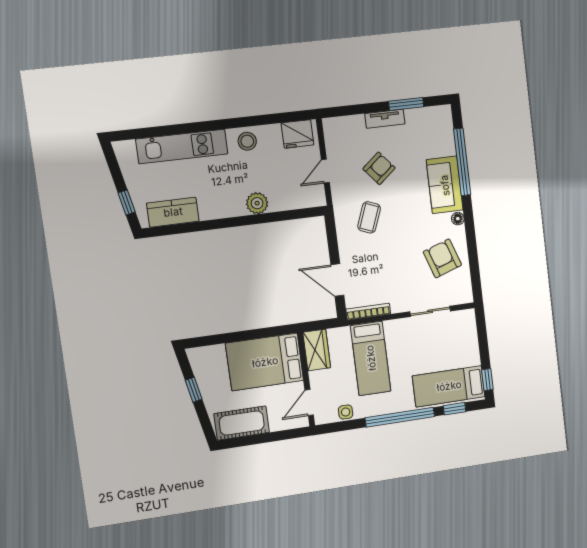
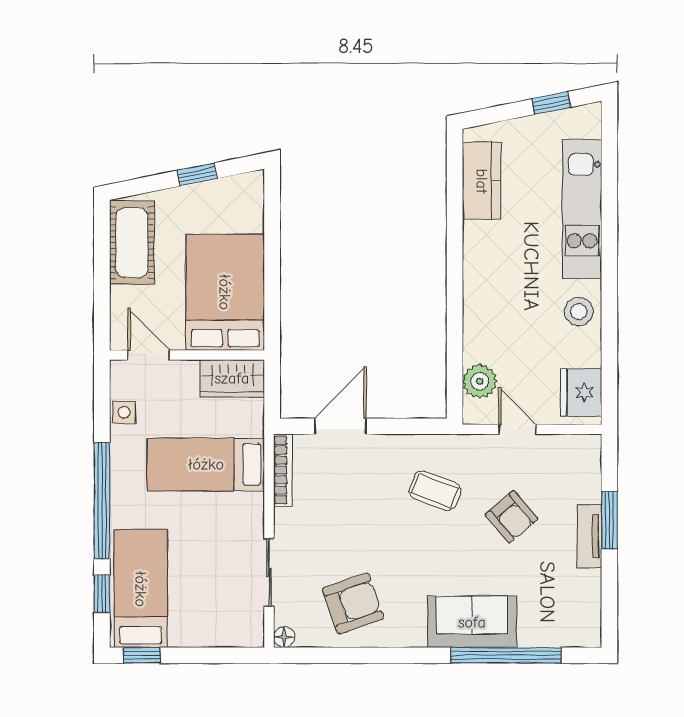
window: (406, 104) -> (609, 520), moved
window: (127, 202) -> (551, 103), moved
plant: (257, 203) -> (480, 381), moved
floor lamp: (458, 219) -> (284, 637), moved

